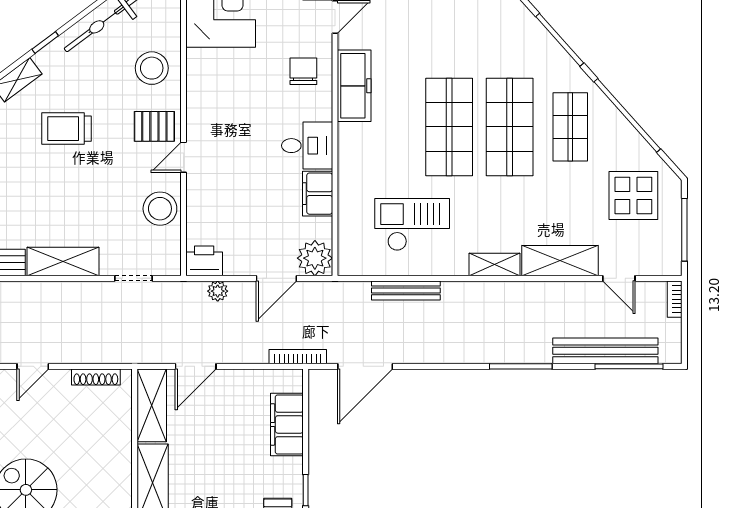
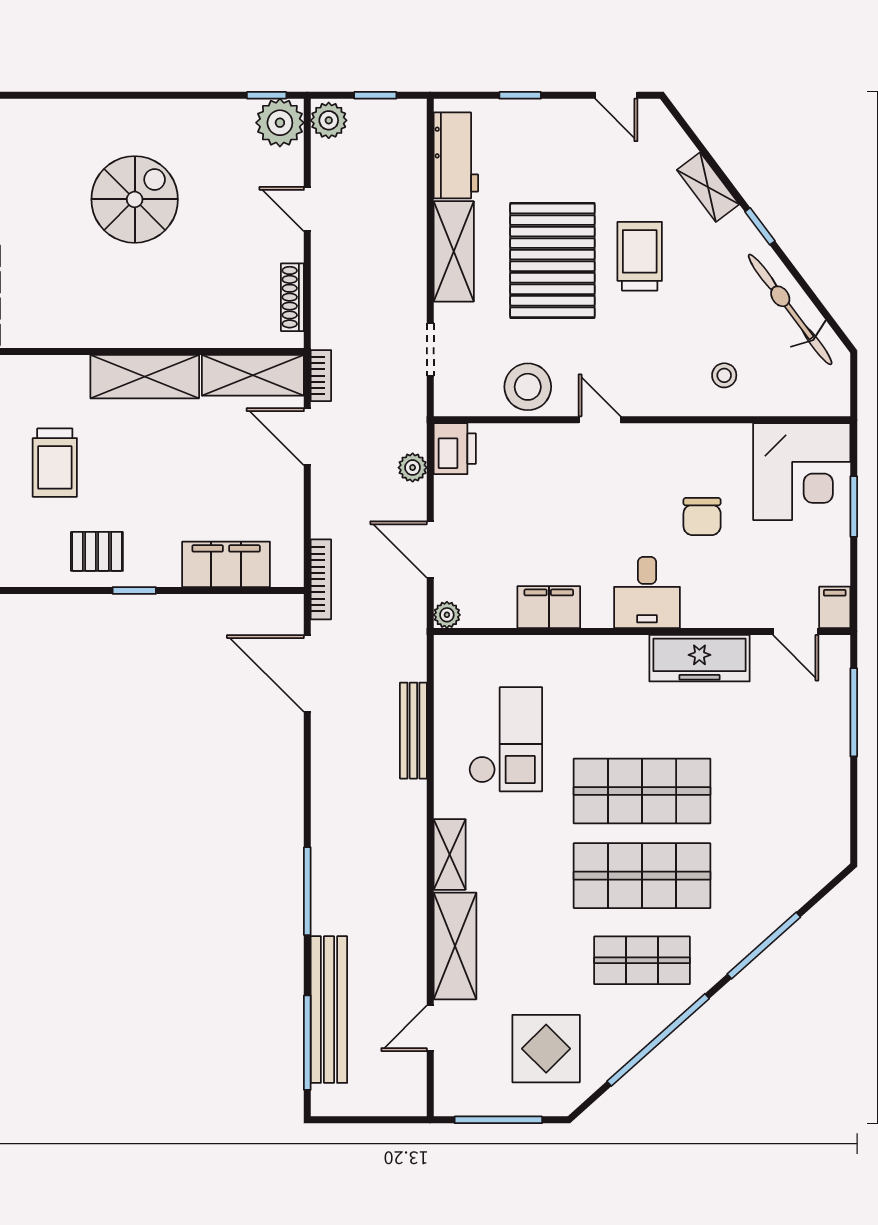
stool: (152, 68) -> (724, 375), width x0.53, depth x0.53
chair: (303, 71) -> (702, 517), moved, turned 90
pallet: (154, 126) -> (552, 260), moved, width x2.05, depth x2.00
desk: (307, 146) -> (647, 592), moved
plant: (315, 258) -> (447, 615), width x0.53, depth x0.53
bookcase: (675, 299) -> (321, 376), moved, turned 90

